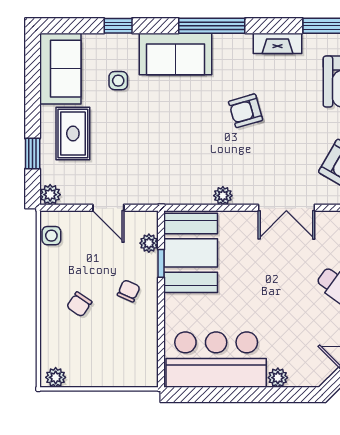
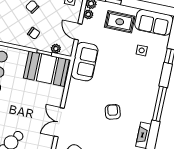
sofa: (175, 54) -> (85, 62), moved, turned 180
plant: (223, 196) -> (88, 14), moved
door: (108, 208) -> (78, 32), hinge flipped

